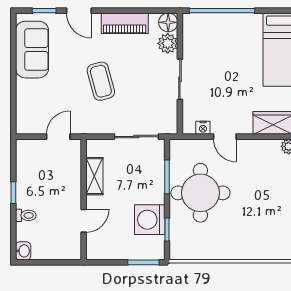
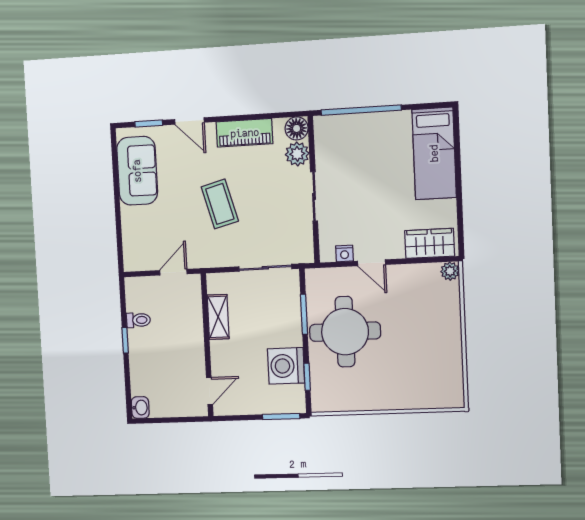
toilet: (26, 215) -> (138, 320), moved
door: (84, 221) -> (209, 391), moved

